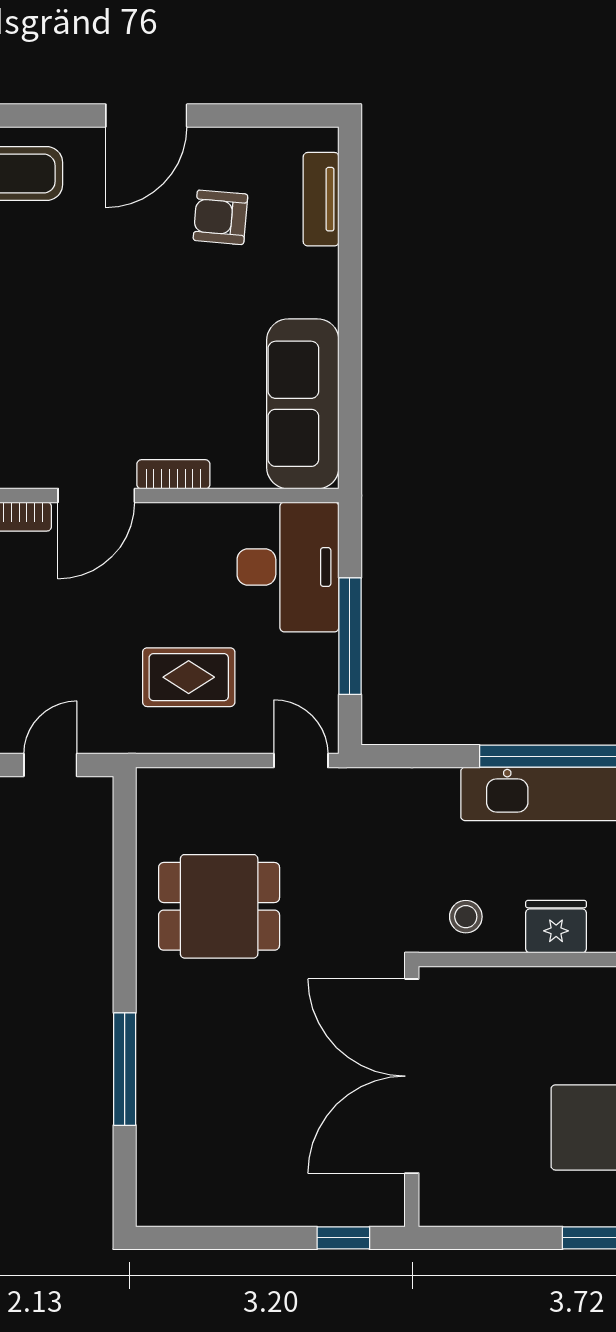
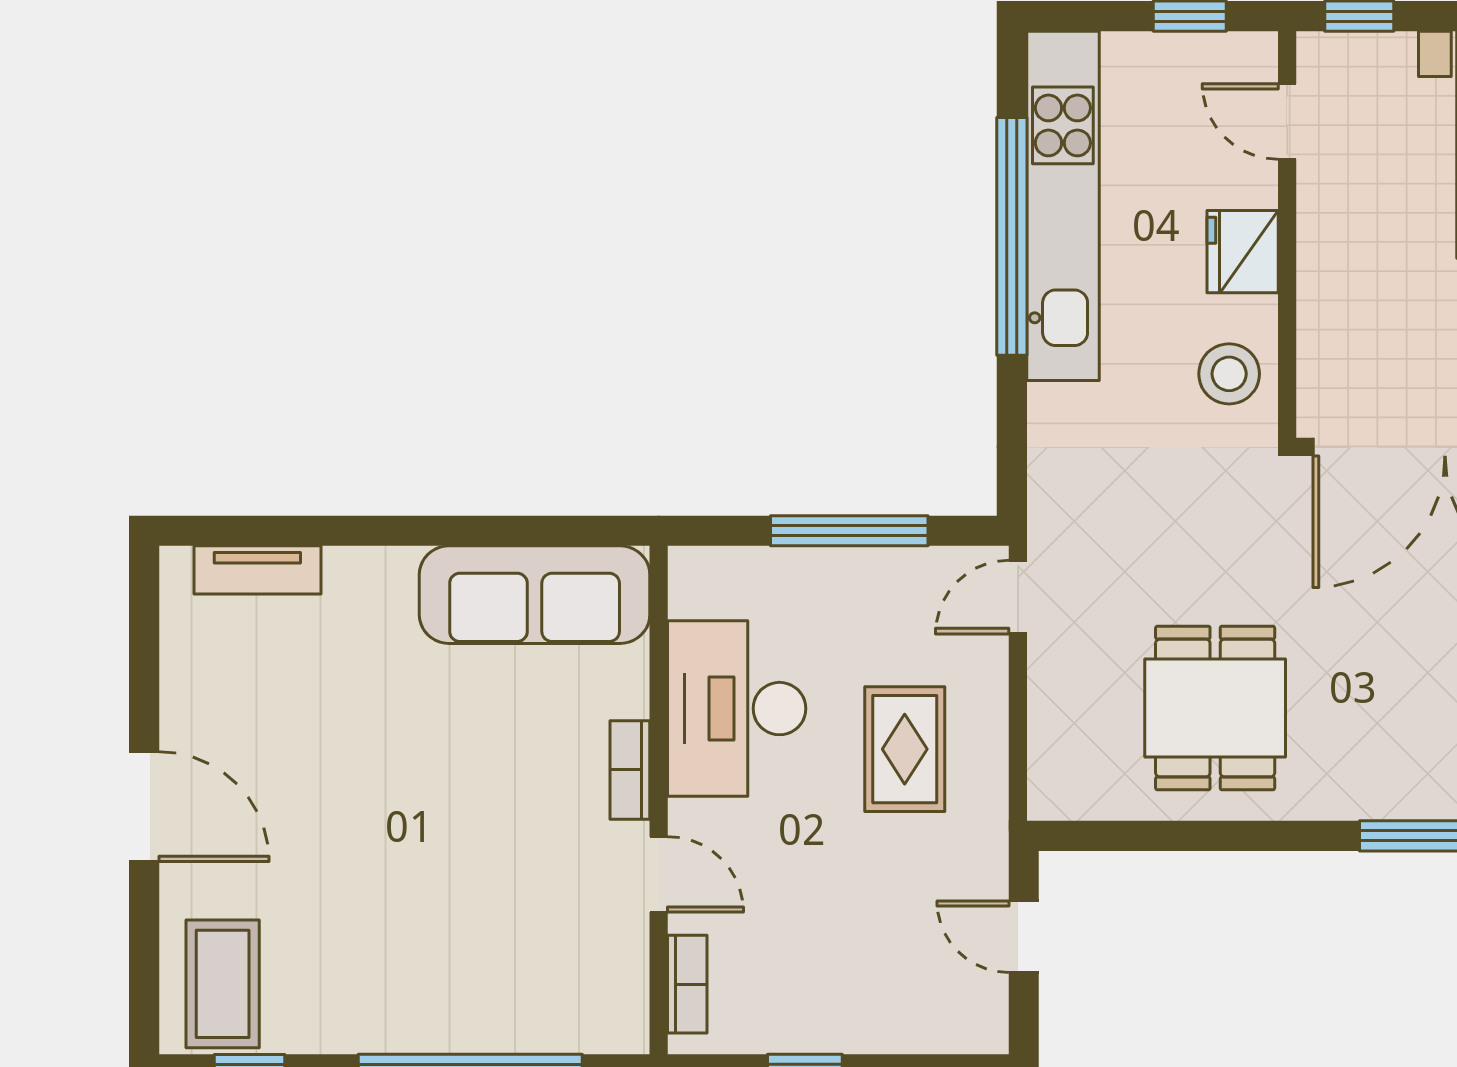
armchair: (220, 217) -> (282, 706), removed
door: (96, 495) -> (659, 874), width x0.73
desk: (288, 567) -> (737, 709), moved, turned -90
stool: (466, 917) -> (1229, 374), width x1.37, depth x1.37

